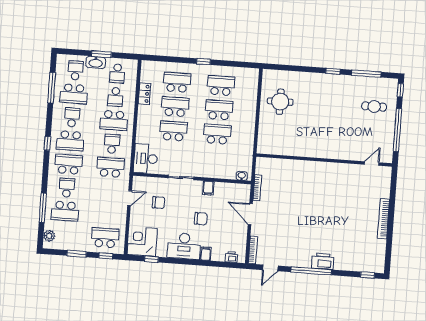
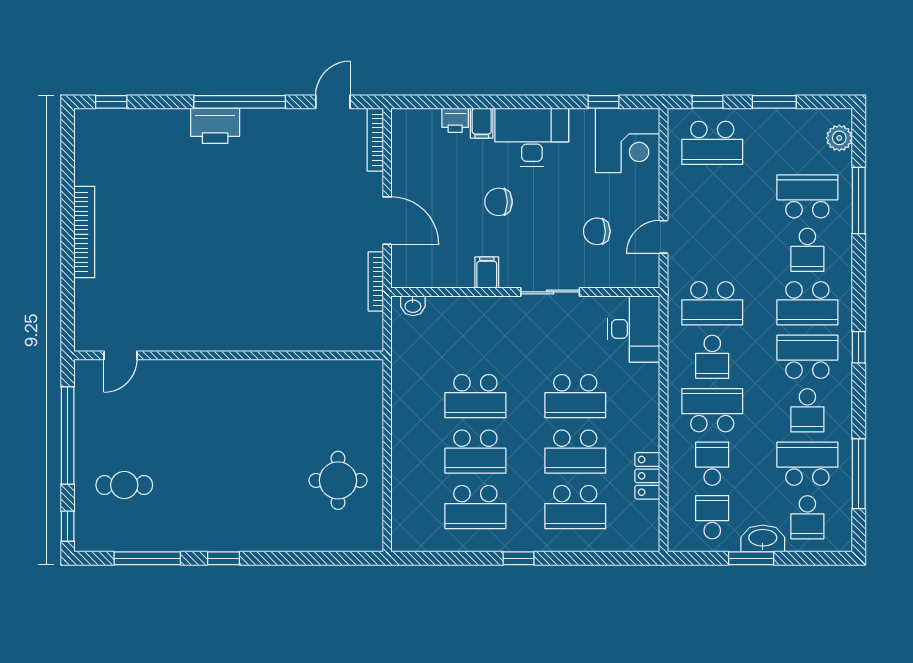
printer: (231, 257) -> (455, 120), moved

